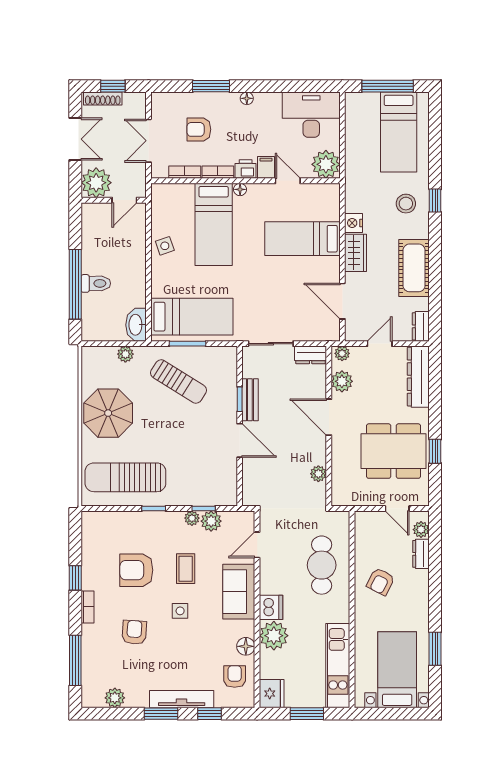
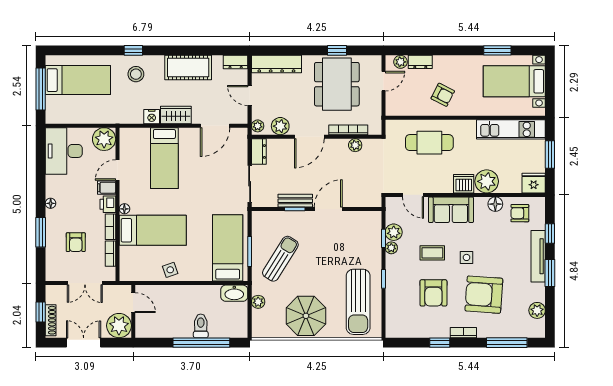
bookcase: (337, 465) -> (348, 130), added
armchair: (134, 632) -> (484, 295), width x1.88, depth x1.88

